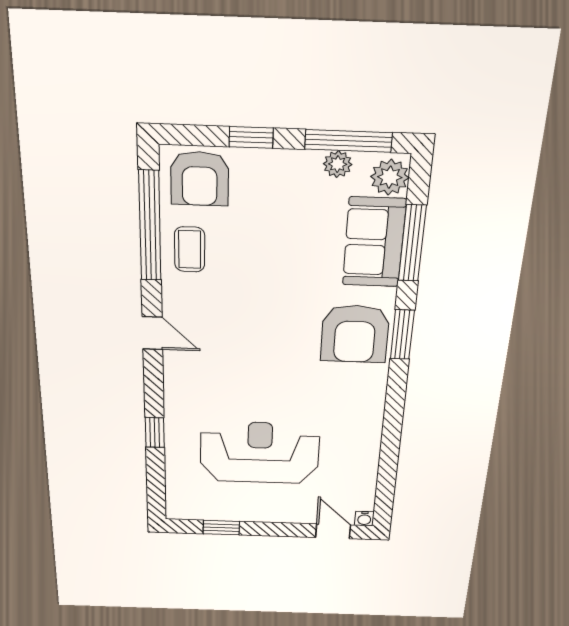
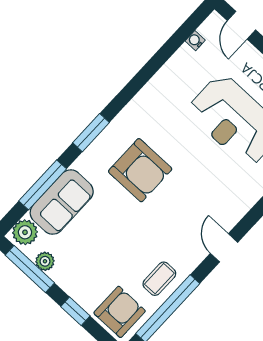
armchair: (355, 334) -> (140, 170), moved, turned 90
water cooler: (364, 519) -> (195, 41), moved, turned -90

